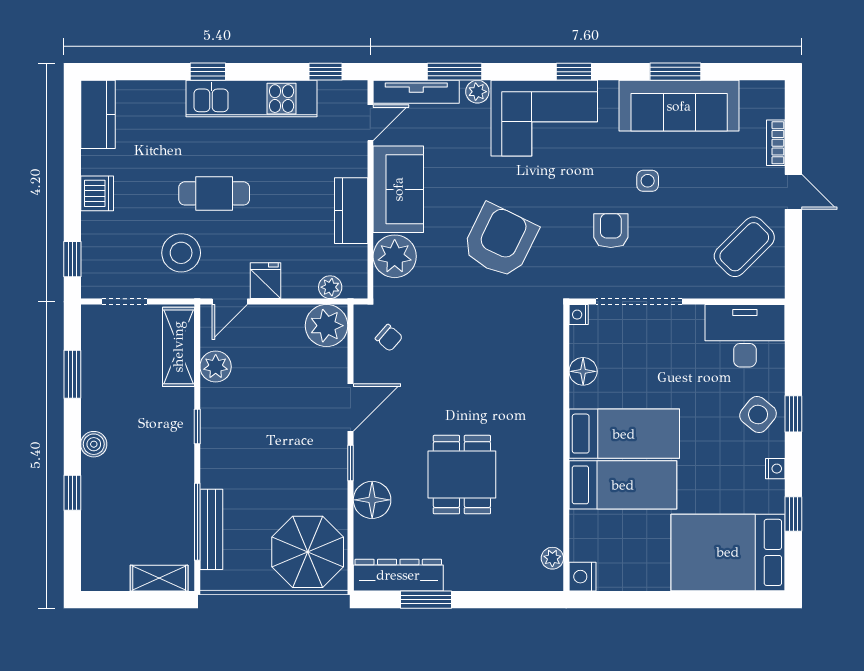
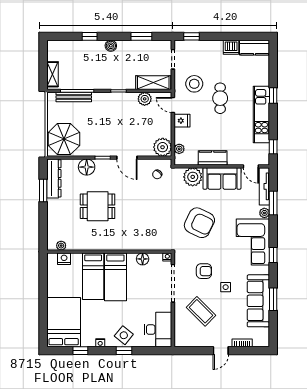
dishwasher: (97, 193) -> (231, 47), moved
coffee table: (744, 247) -> (201, 311), moved
nightstand: (582, 577) -> (64, 259), moved

